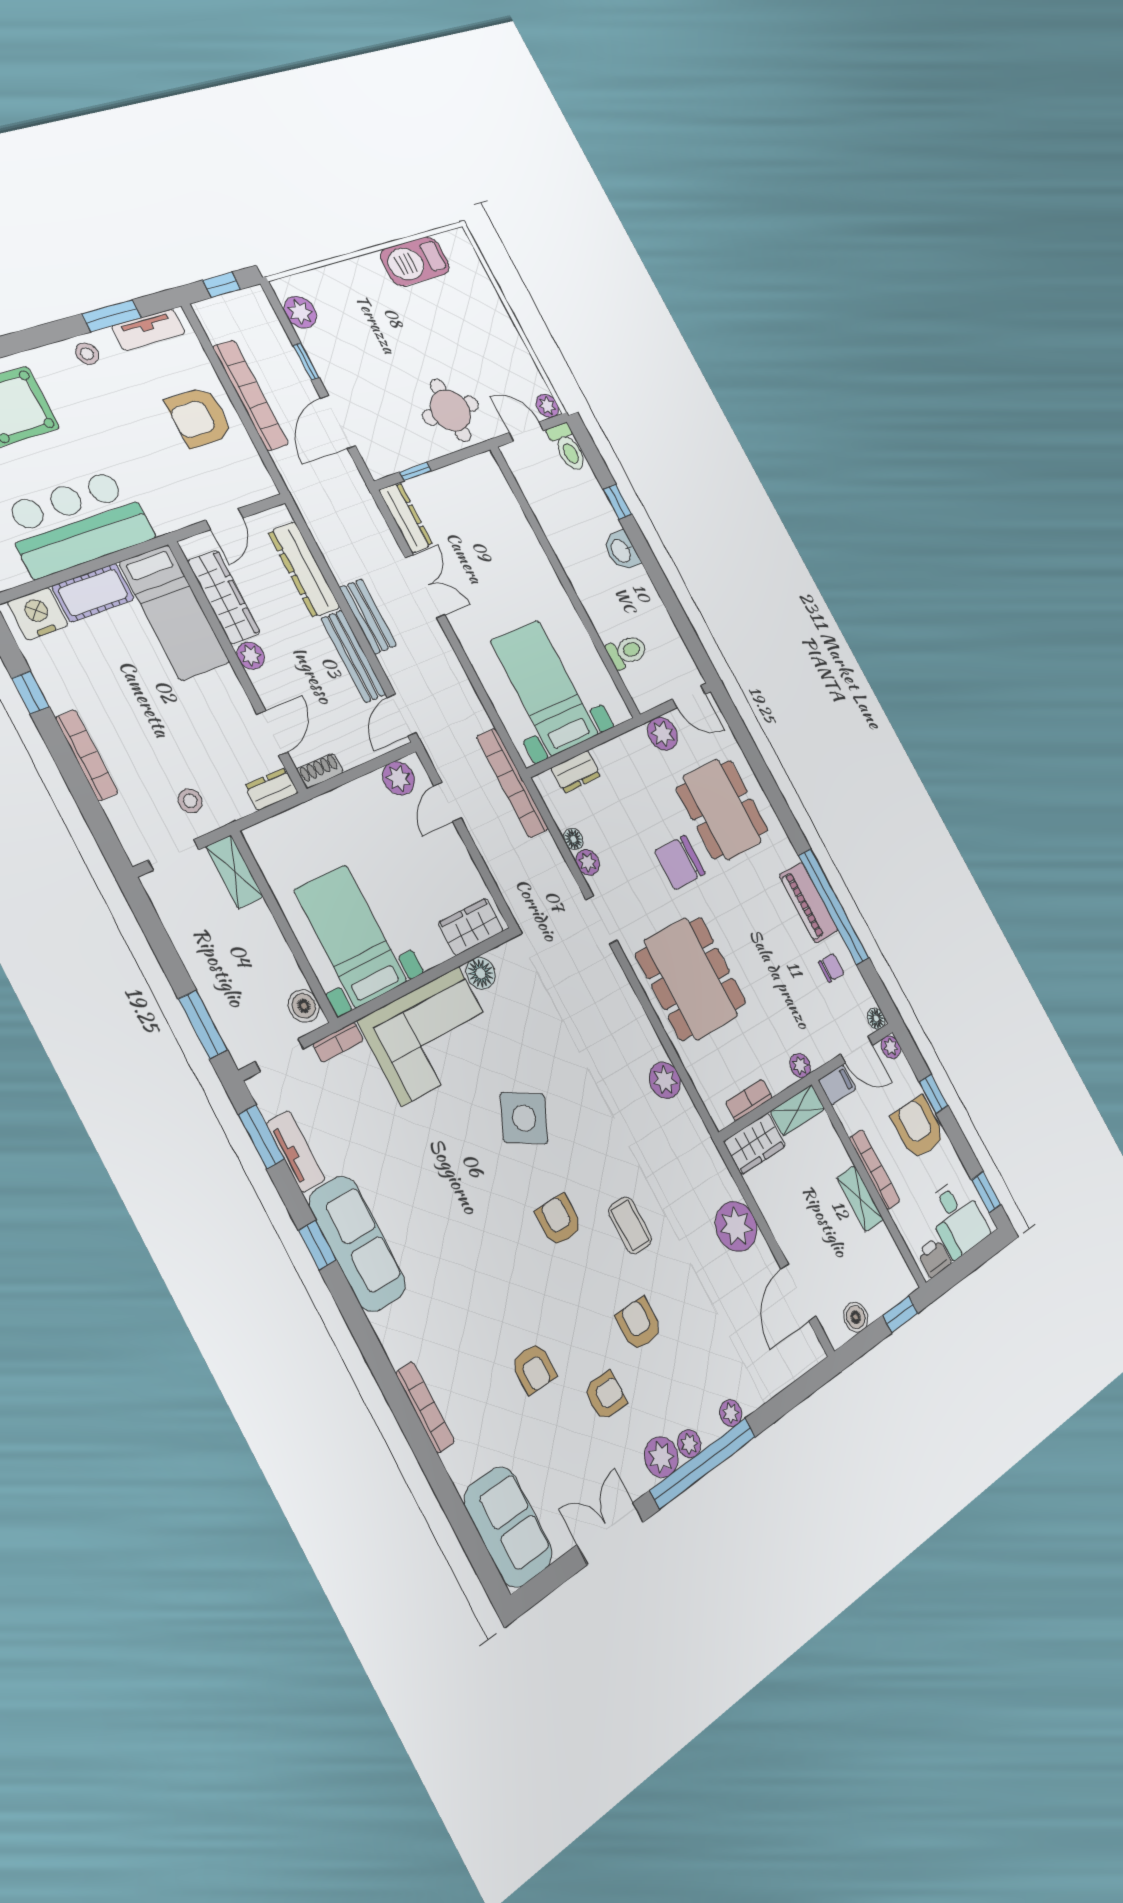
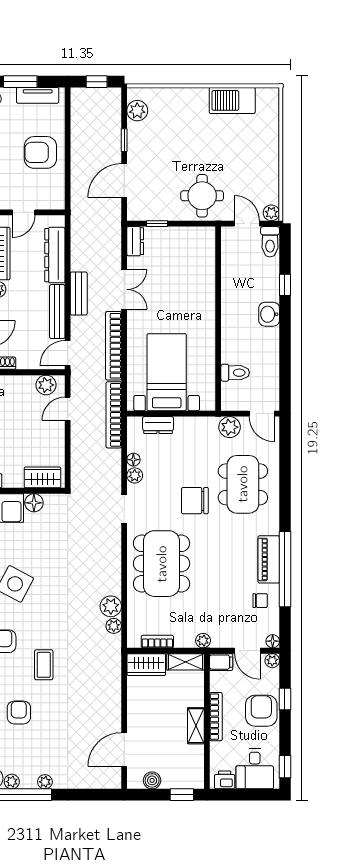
bookcase: (251, 395) -> (113, 346), moved, turned 180
dresser: (406, 518) -> (135, 241), width x0.70
plant: (736, 1226) -> (114, 626), moved, width x0.53, depth x0.53

